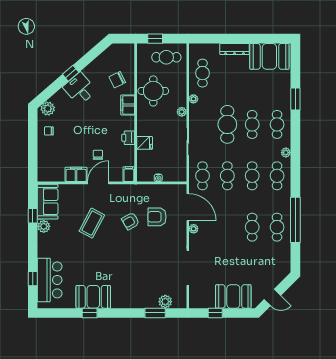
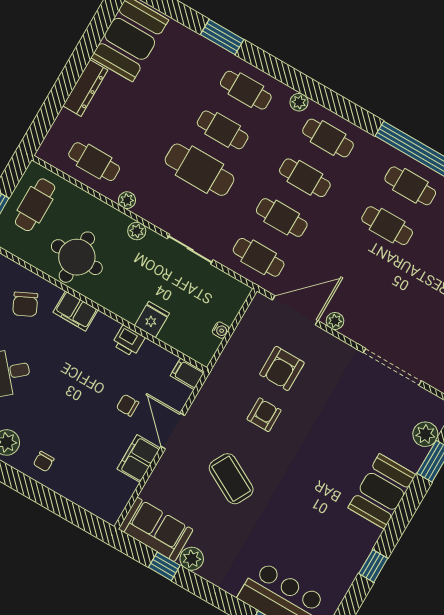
armchair: (131, 221) -> (264, 415), turned -150
booth: (93, 297) -> (382, 491), moved

